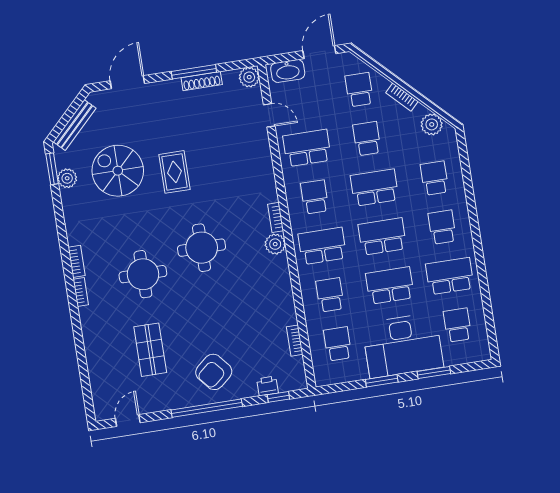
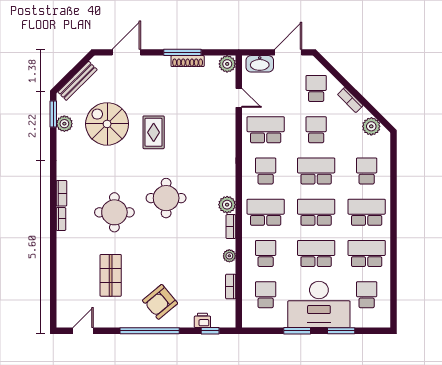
bookcase: (276, 217) -> (231, 227), moved
school desk: (442, 227) -> (367, 212), width x1.85
plant: (287, 304) -> (229, 256), added

